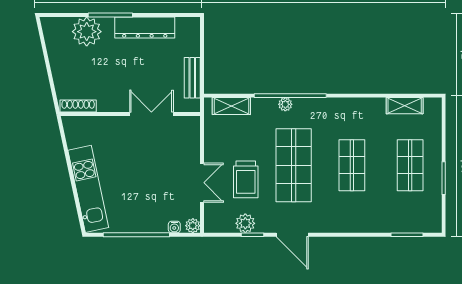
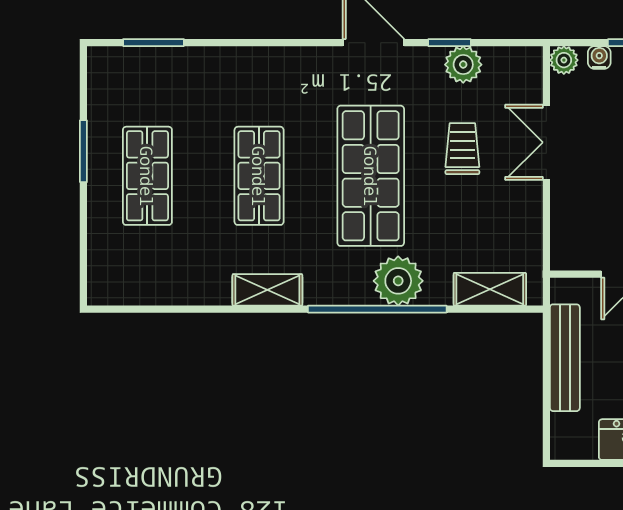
bench: (192, 78) -> (565, 358), width x1.36
plant: (285, 104) -> (398, 281), width x1.88, depth x1.88
shelving: (405, 106) -> (267, 290), moved
trolley: (246, 179) -> (462, 149), width x0.73, depth x0.72

